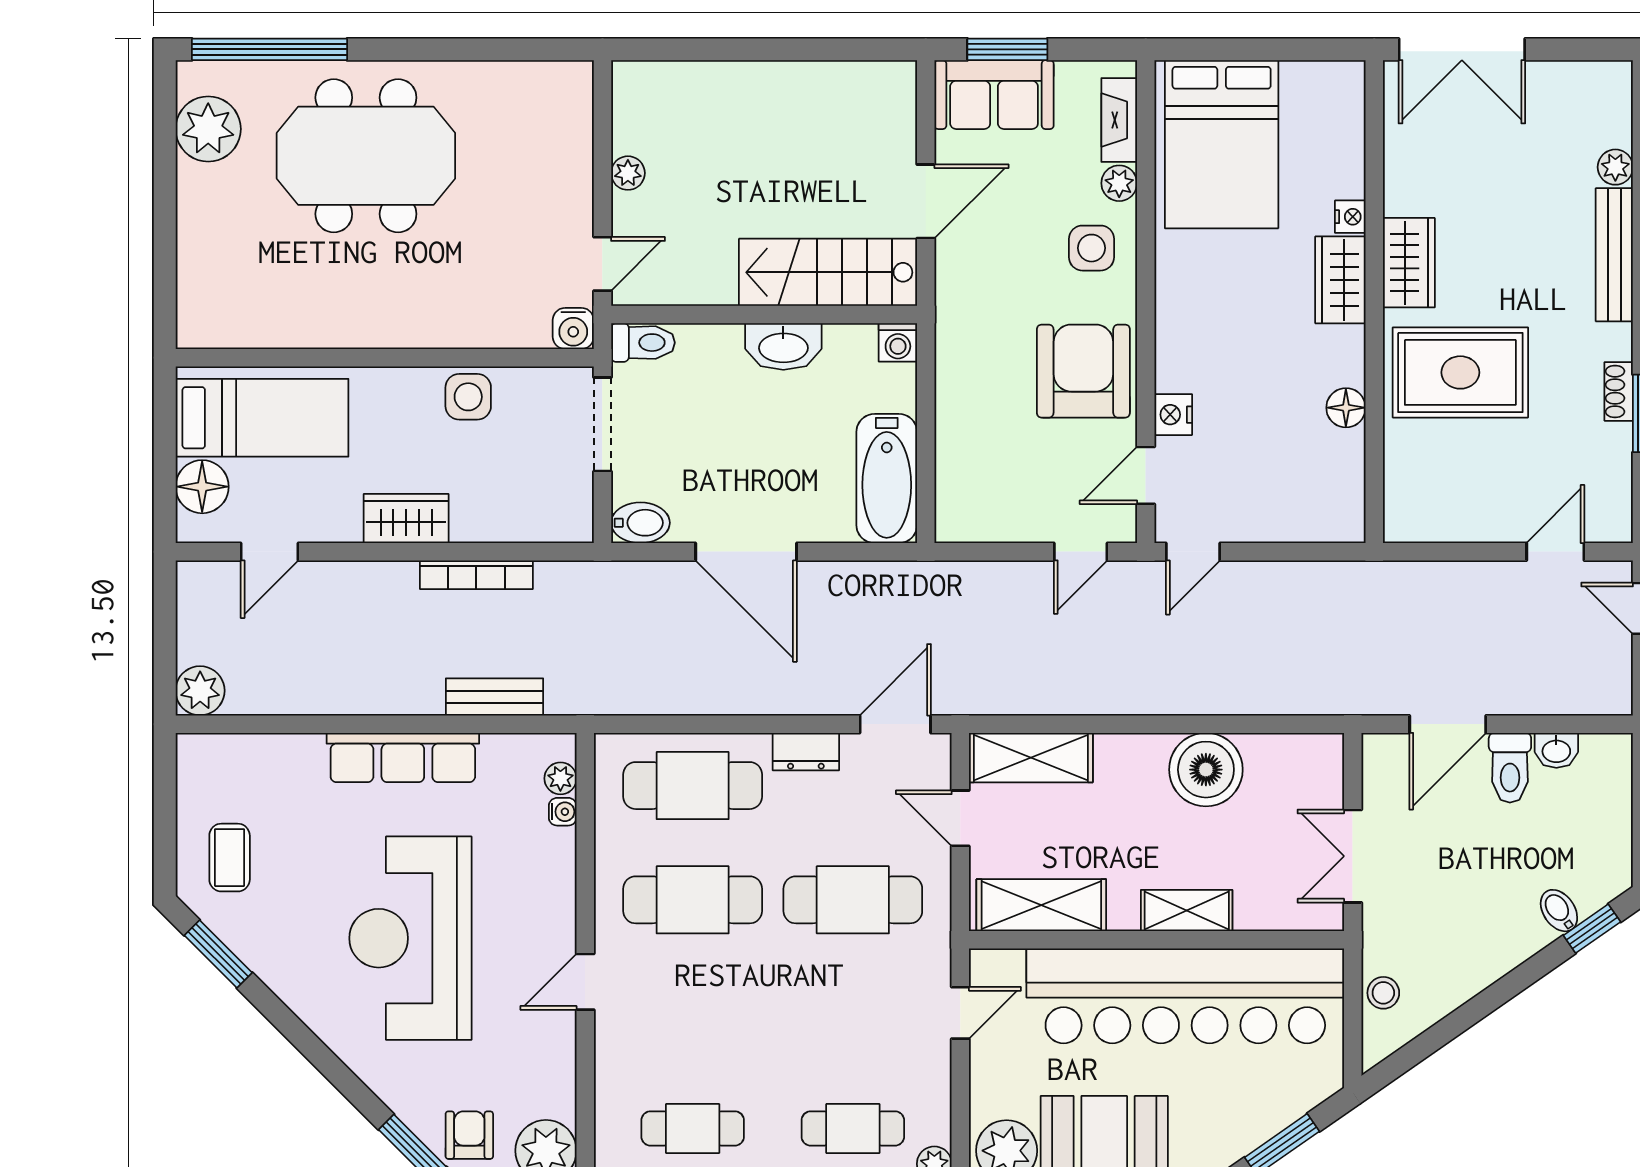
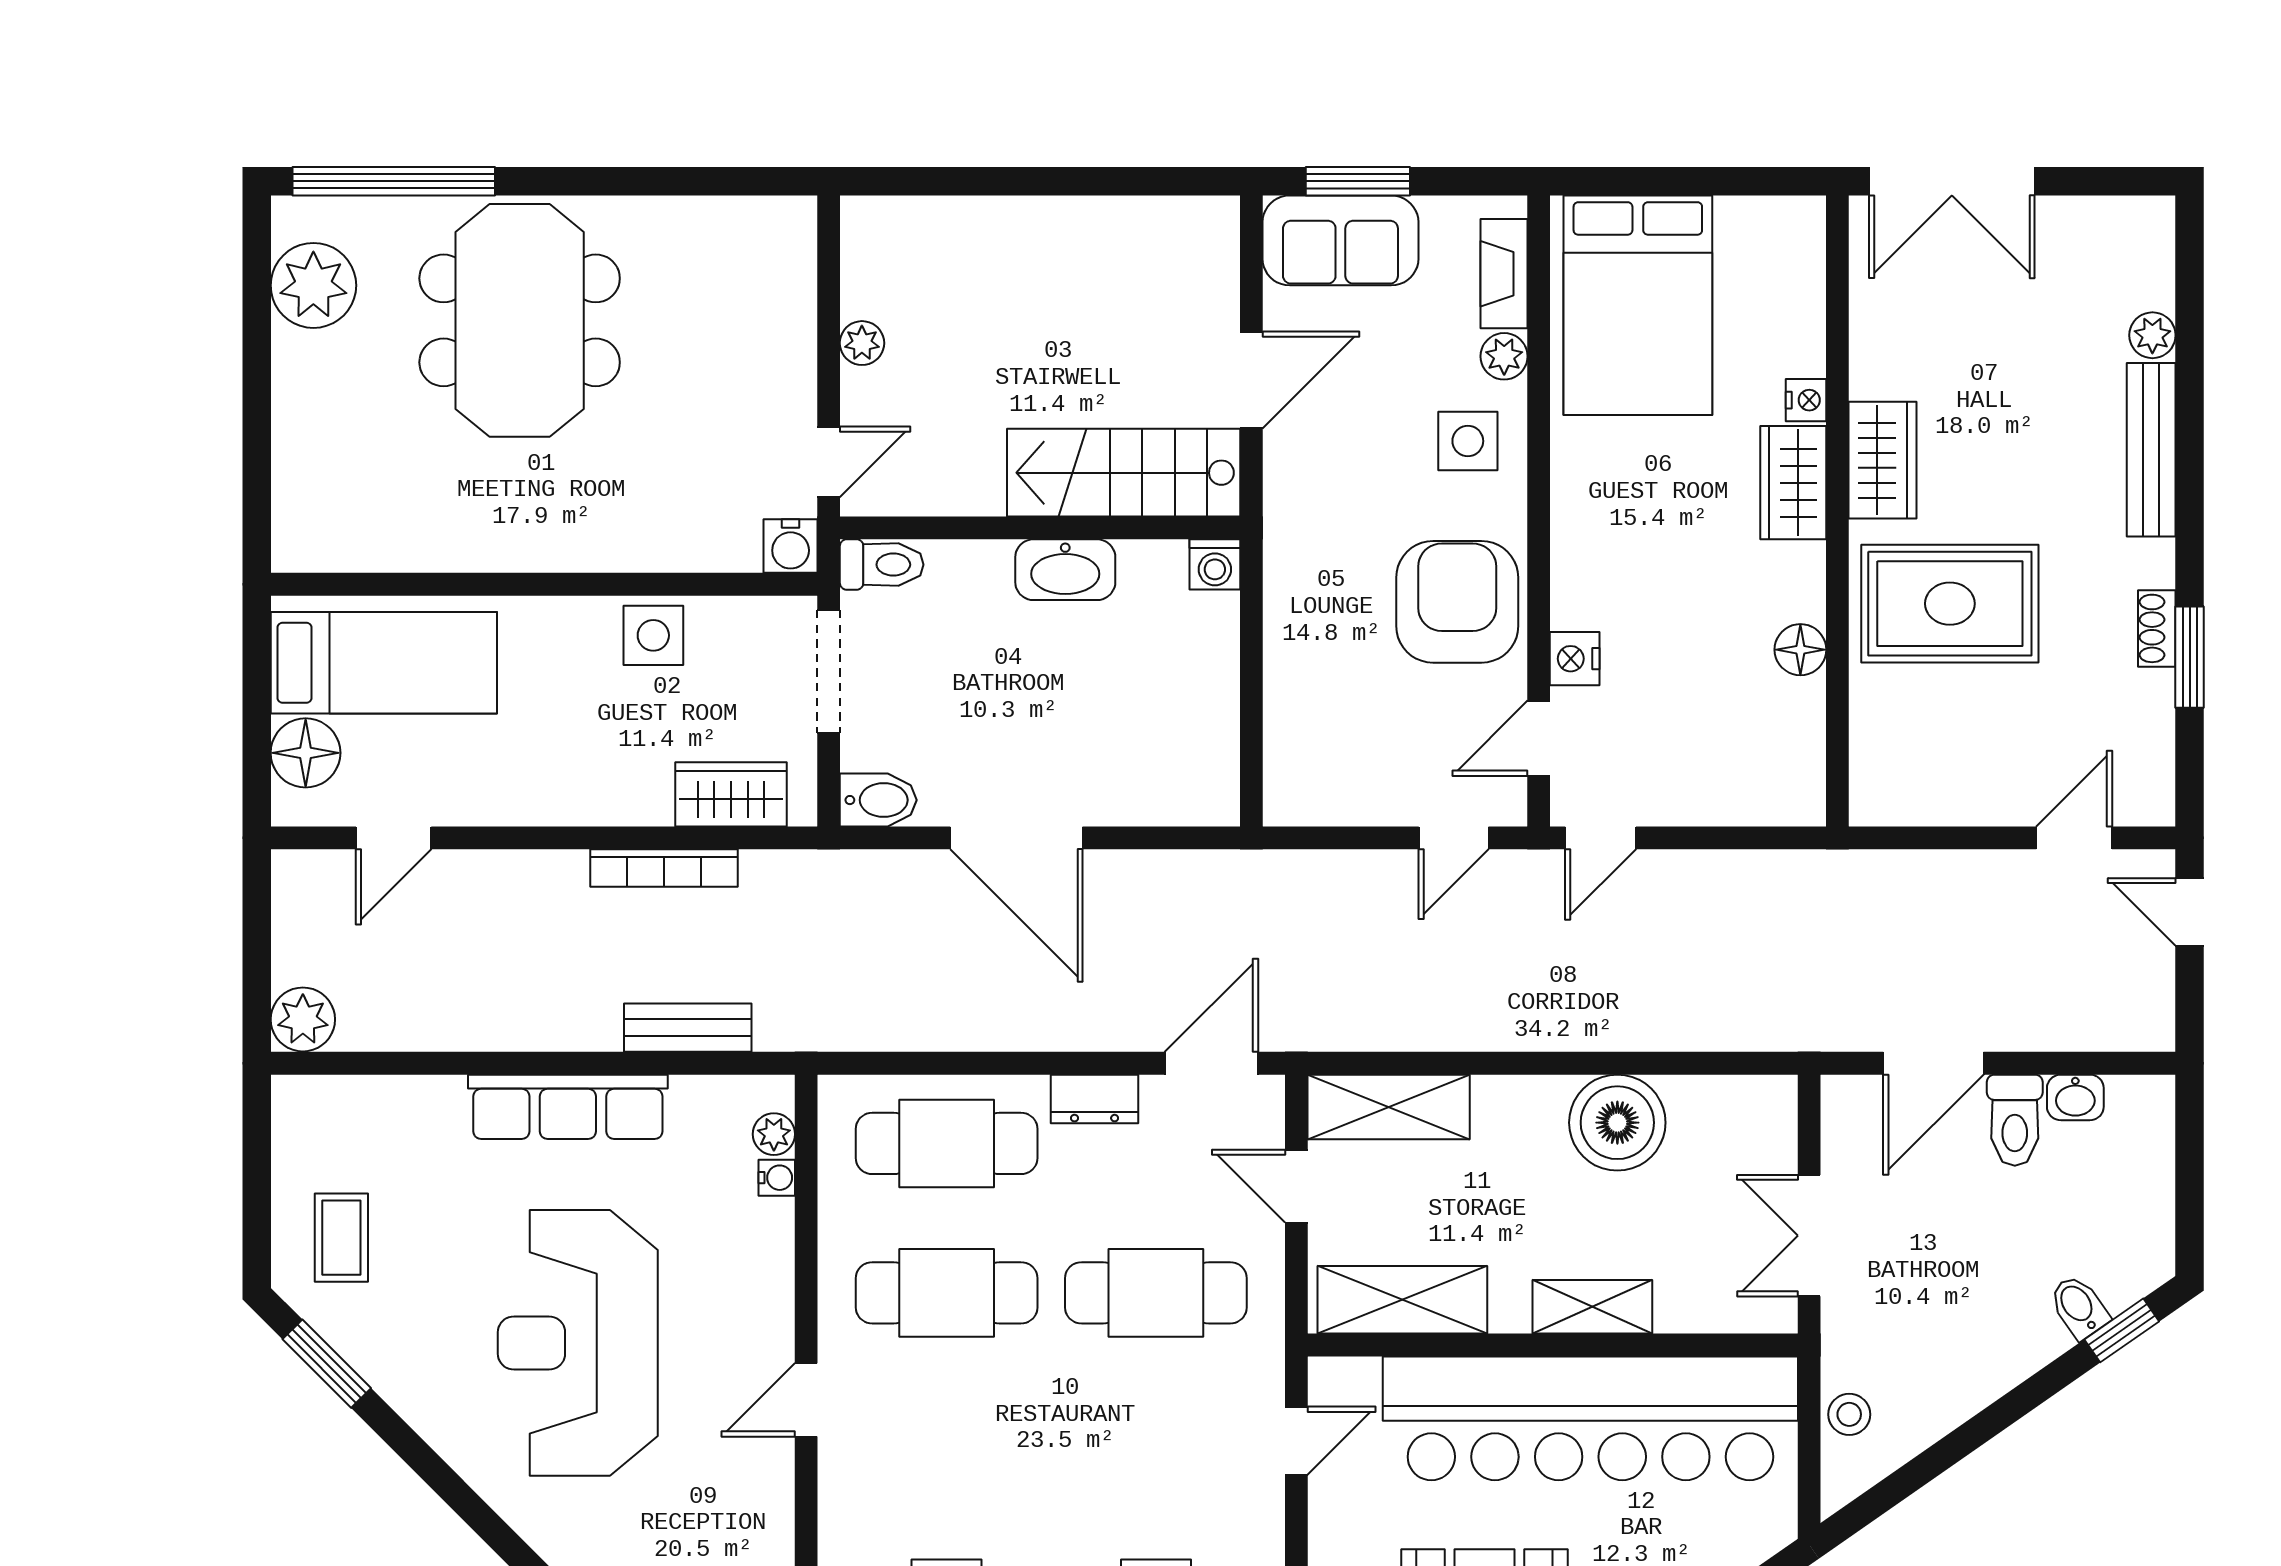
meeting table: (366, 156) -> (520, 320), turned 90
bathtub: (887, 478) -> (1200, 742), removed
wardrobe: (406, 518) -> (731, 794), moved

